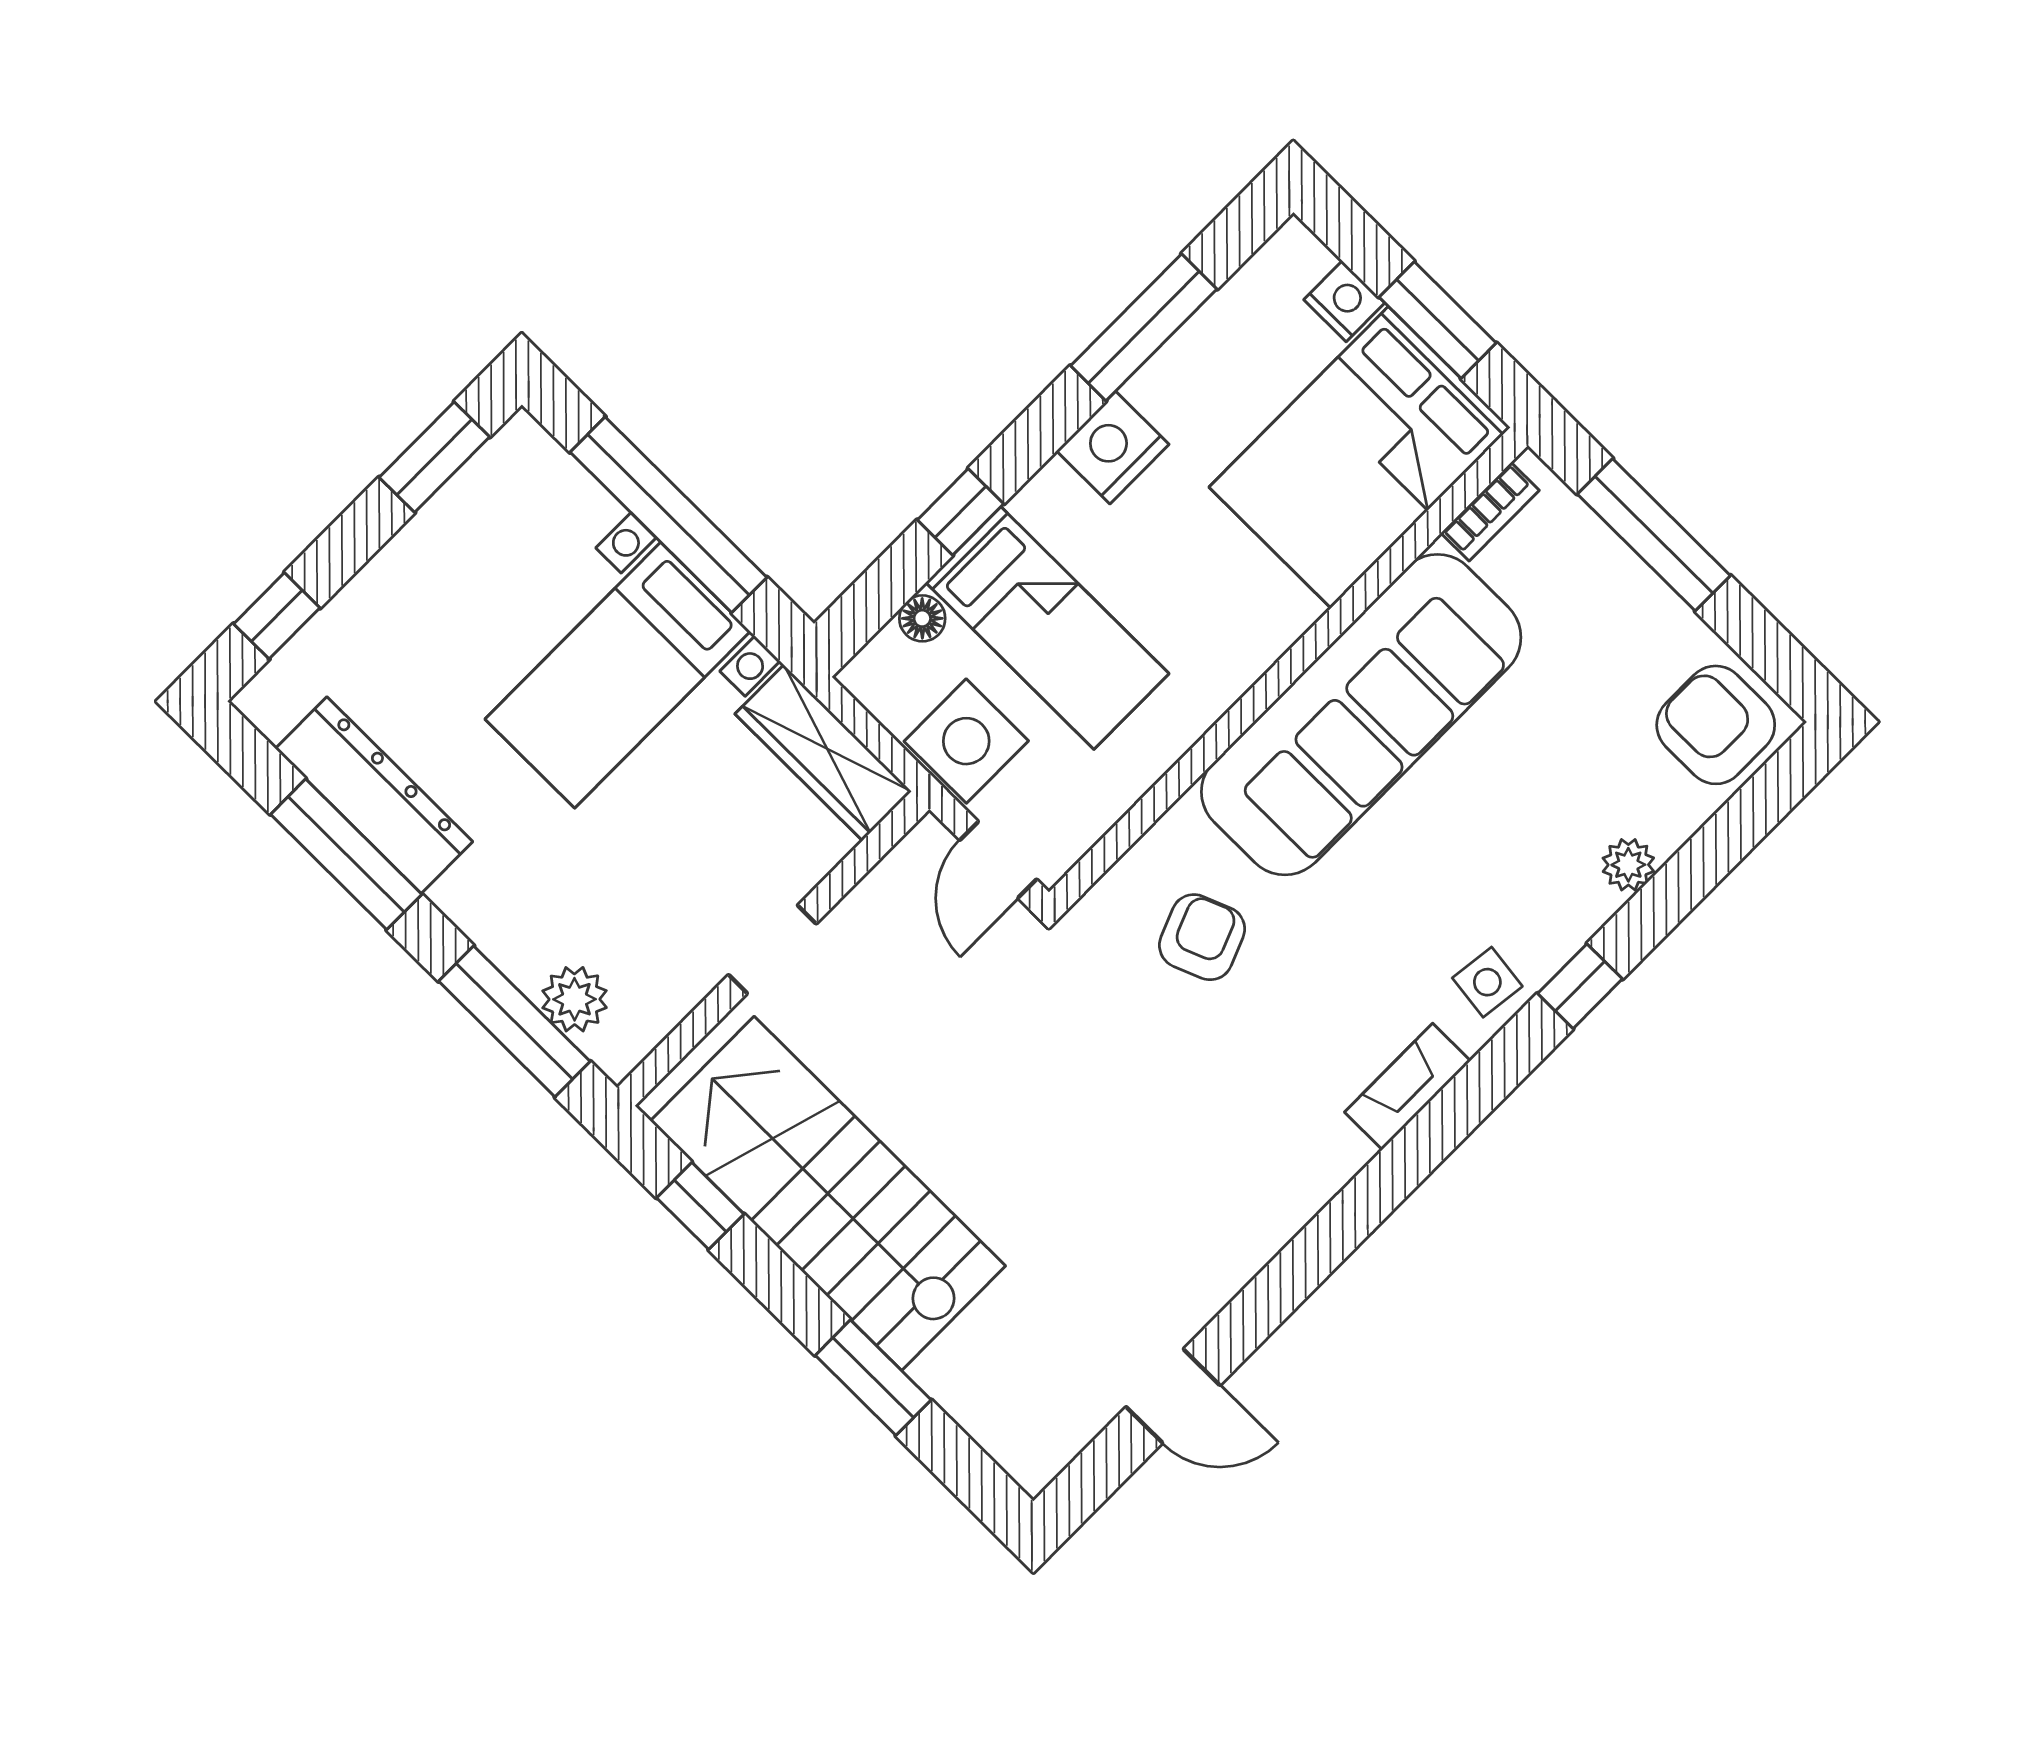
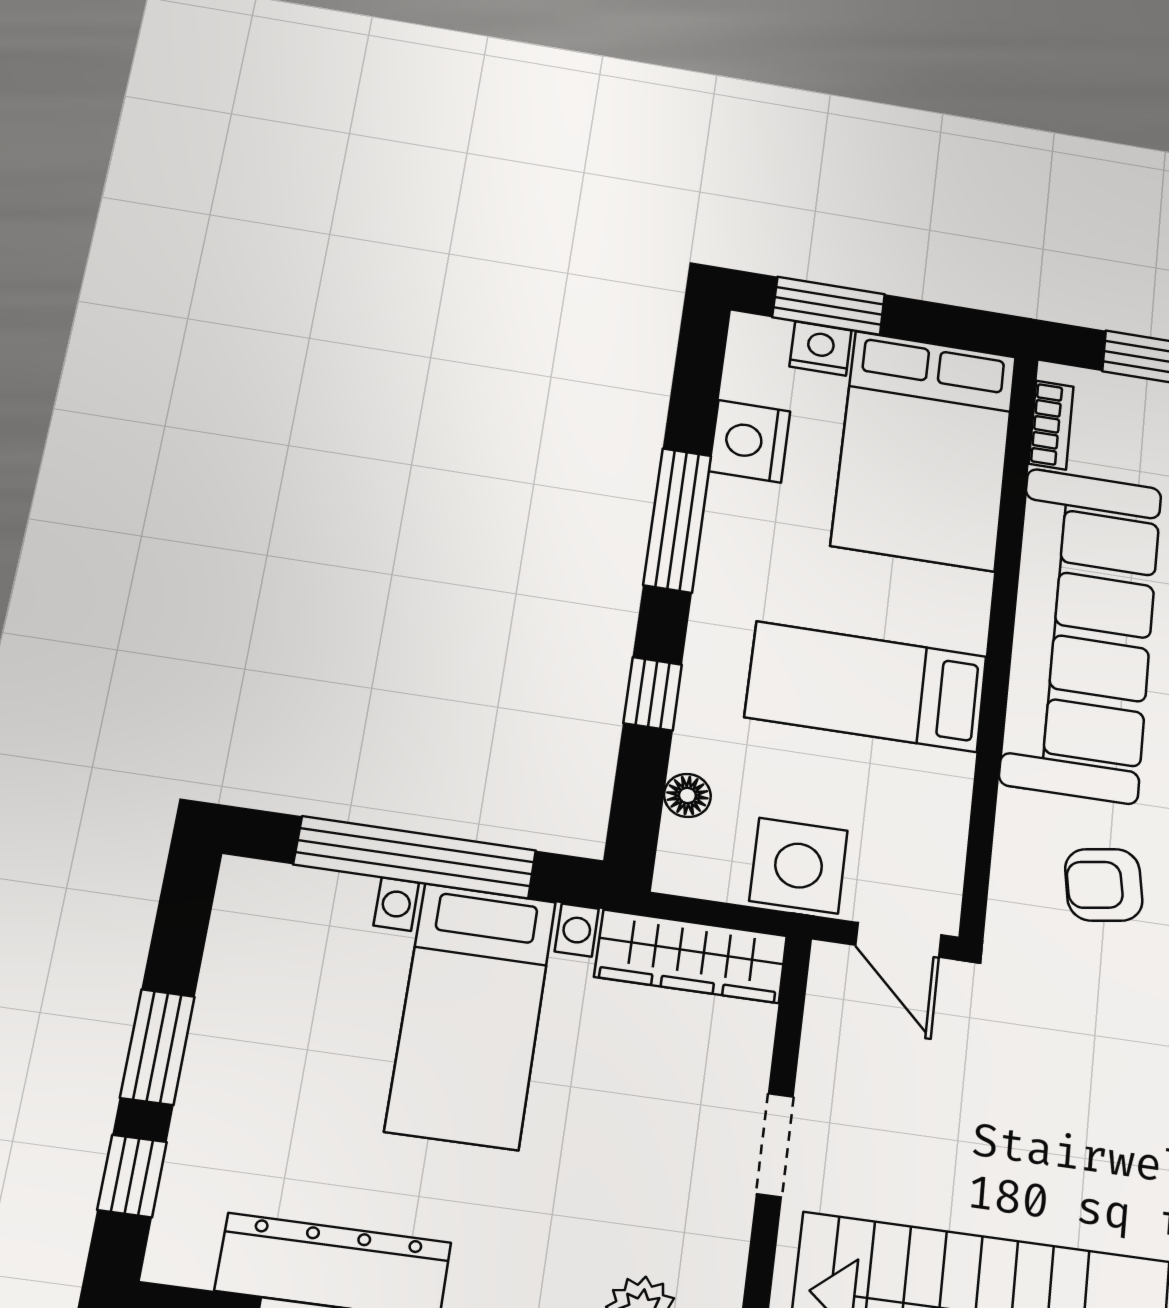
window: (1438, 320) -> (829, 306), moved
window: (1144, 327) -> (677, 520), moved
nightstand: (1113, 448) -> (750, 441), moved
window: (434, 457) -> (157, 1047), moved
bed: (1047, 628) -> (866, 687), moved, turned 180
armchair: (1202, 937) -> (1104, 885), turned -77

